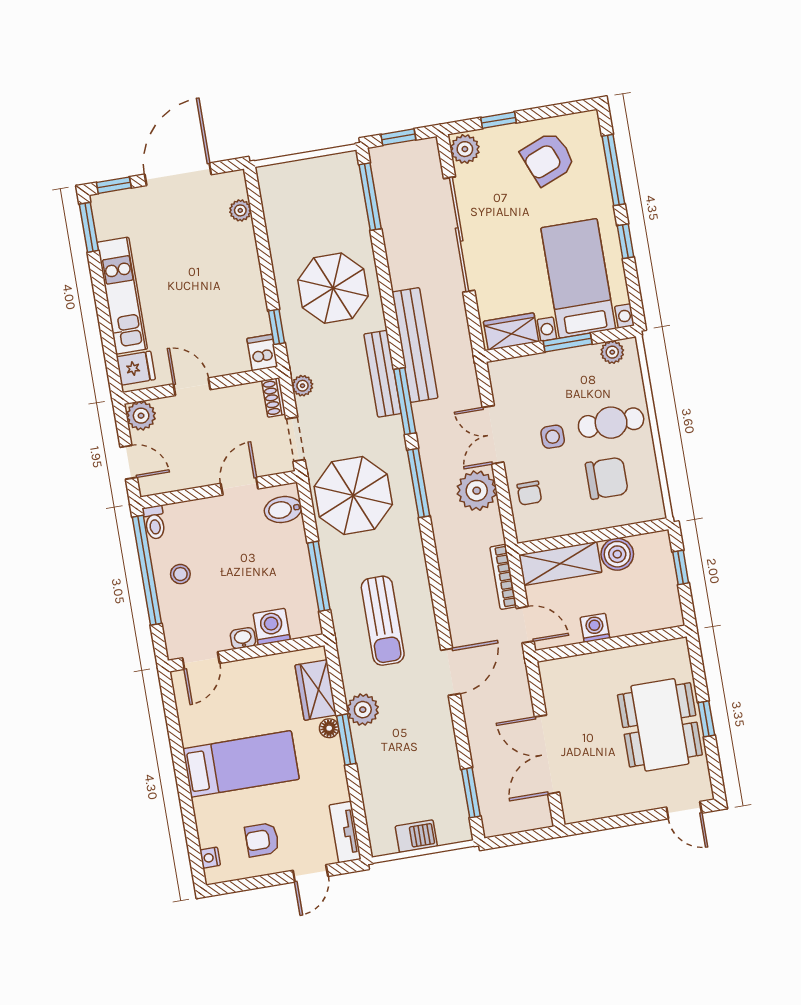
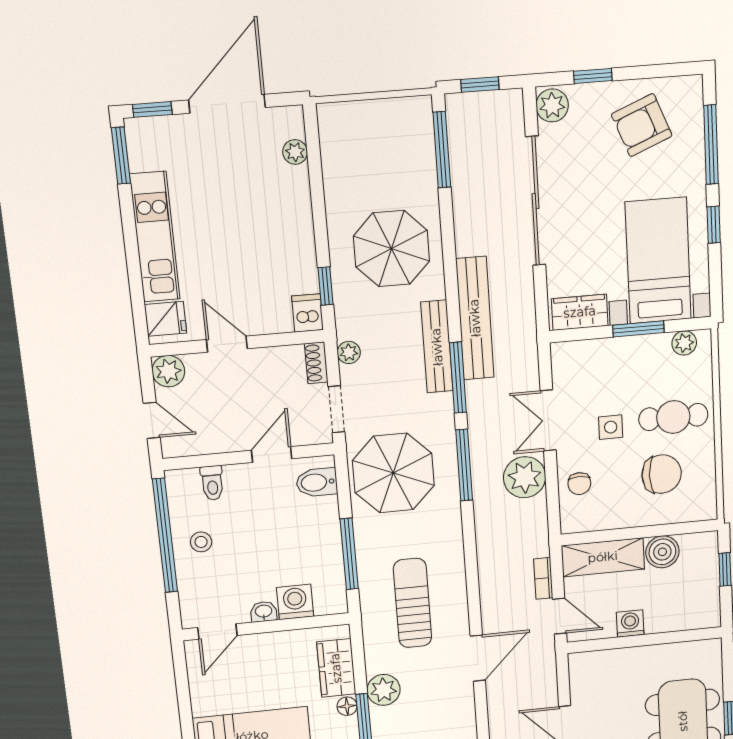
toilet: (154, 522) -> (212, 483), moved
bookcase: (503, 577) -> (543, 578), width x0.64
sun lounger: (383, 621) -> (413, 603), turned 180

